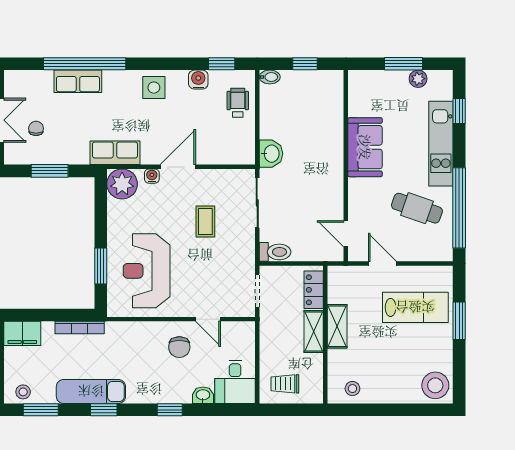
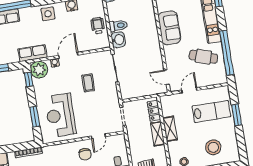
wheelchair: (238, 103) -> (98, 26), moved
window: (101, 198) -> (29, 80), added
toilet: (275, 252) -> (118, 26), moved
door: (382, 264) -> (189, 90), hinge flipped
door: (208, 319) -> (98, 136), hinge flipped
stool: (435, 385) -> (213, 147), moved

